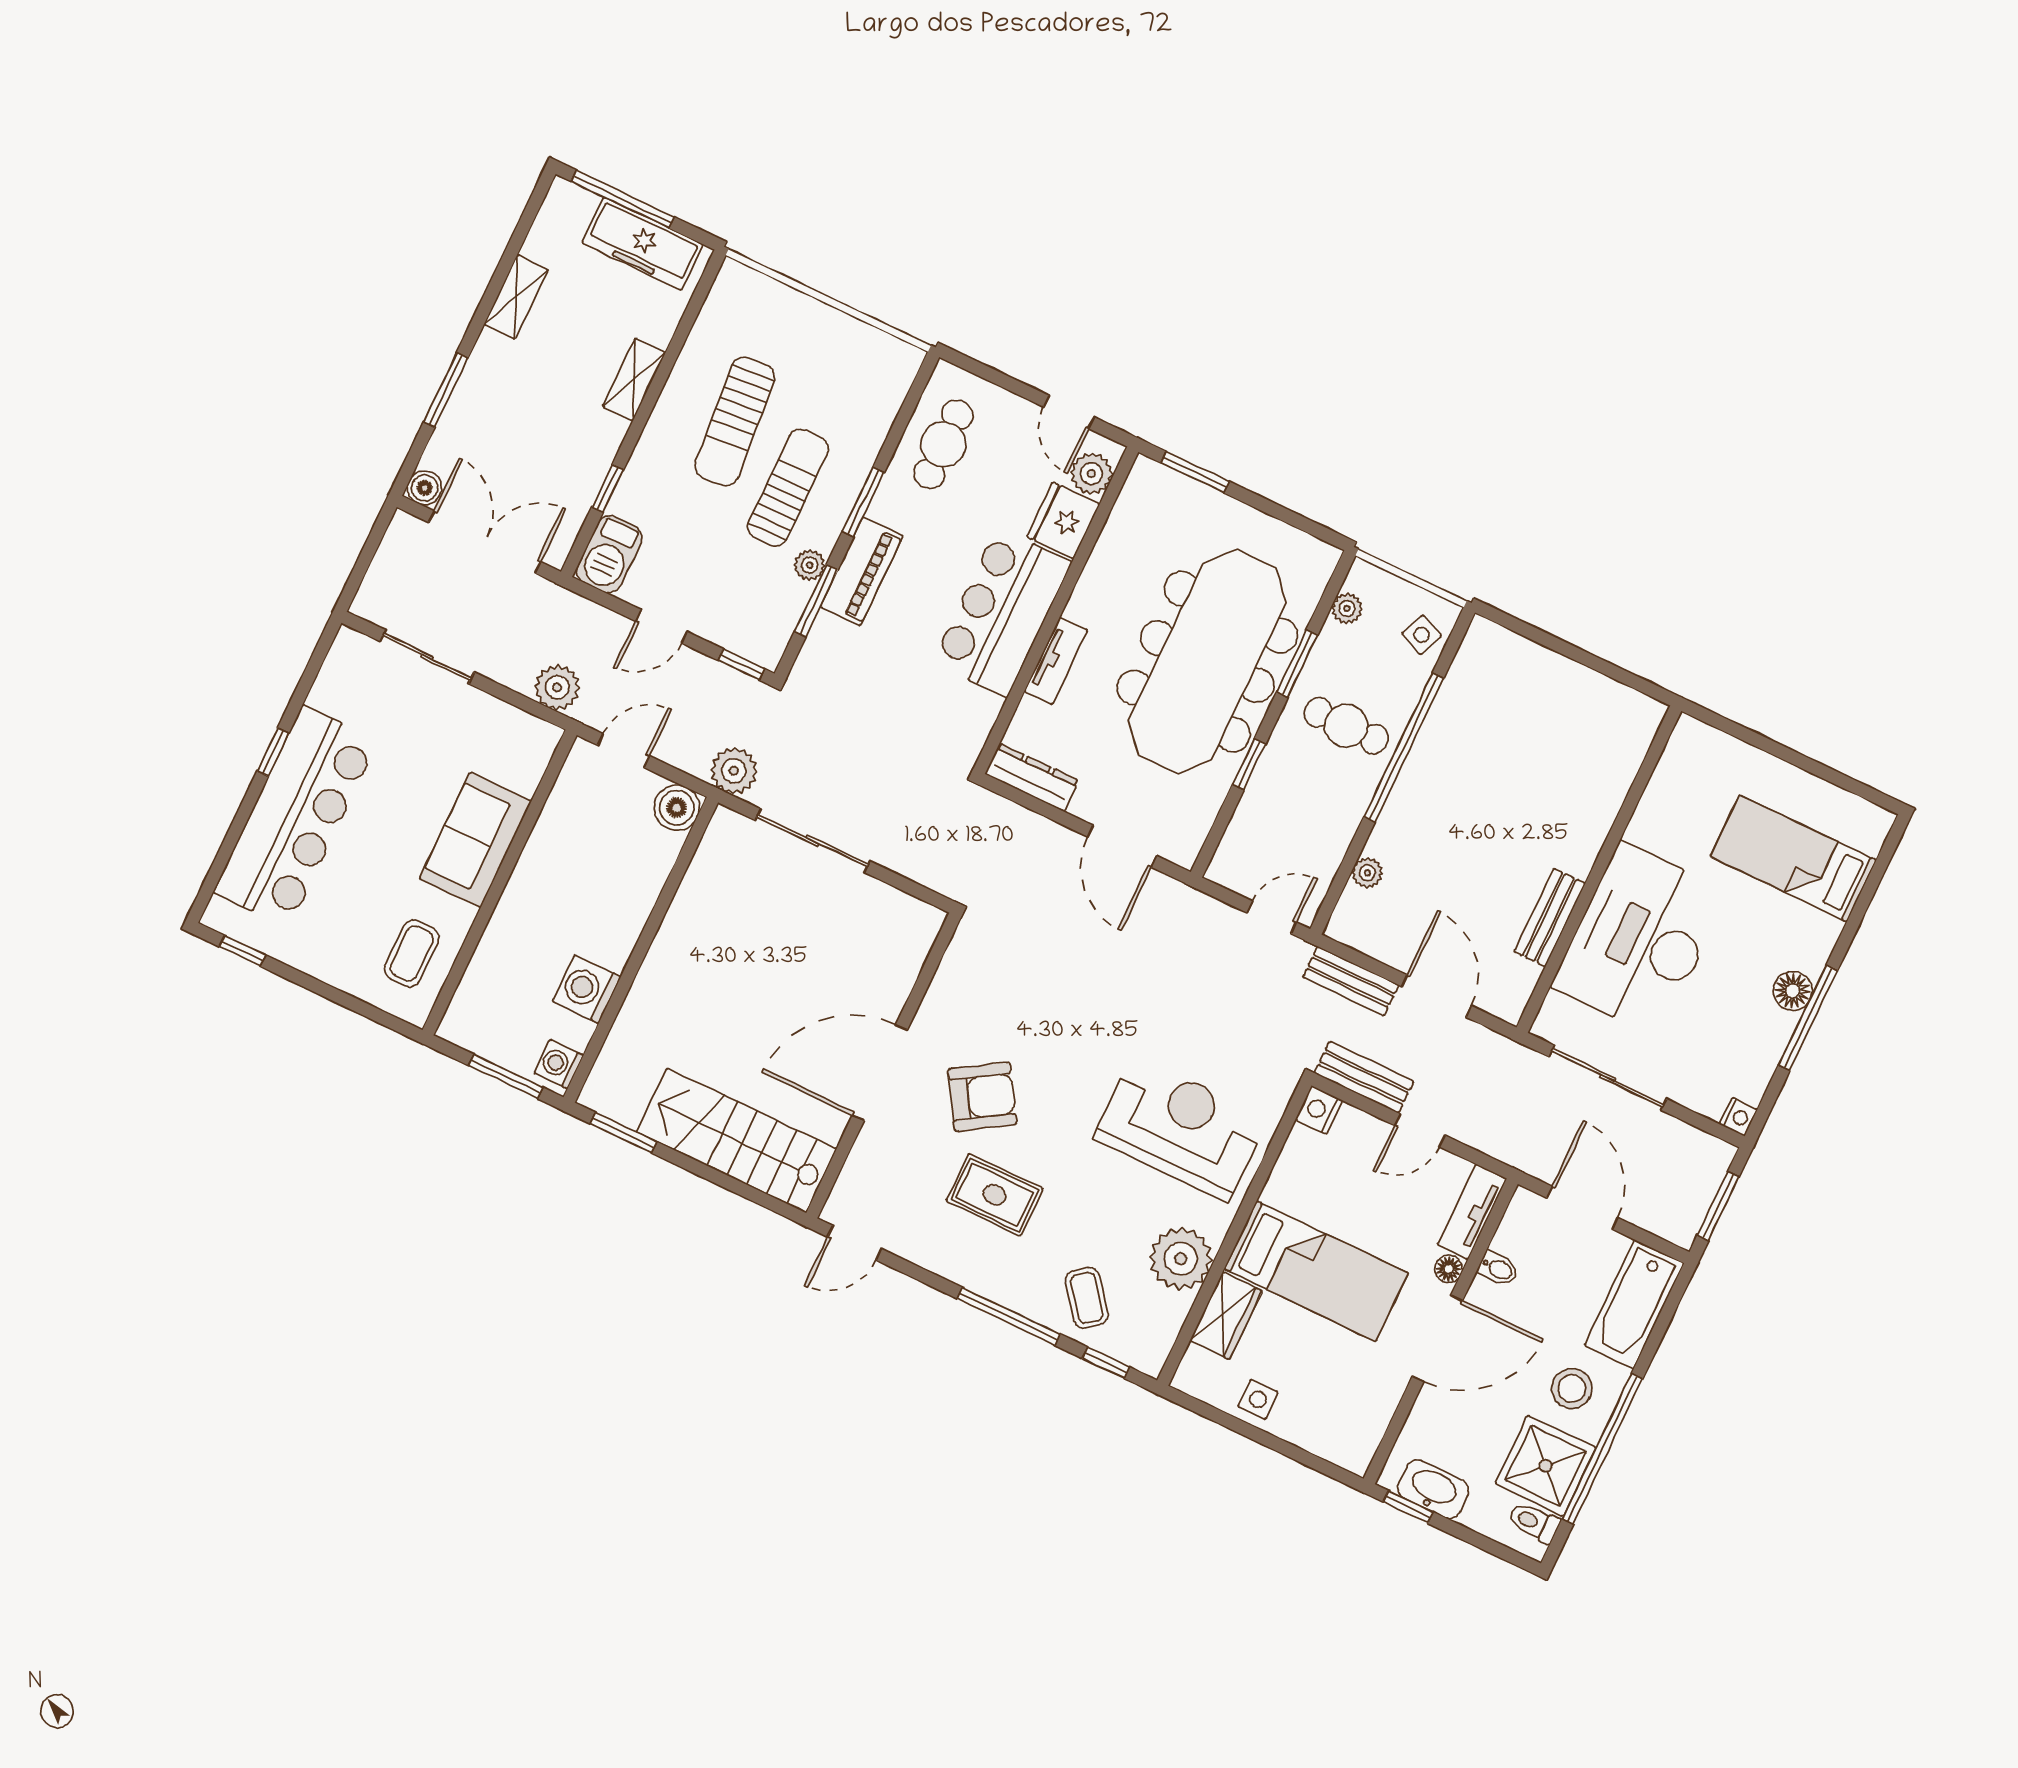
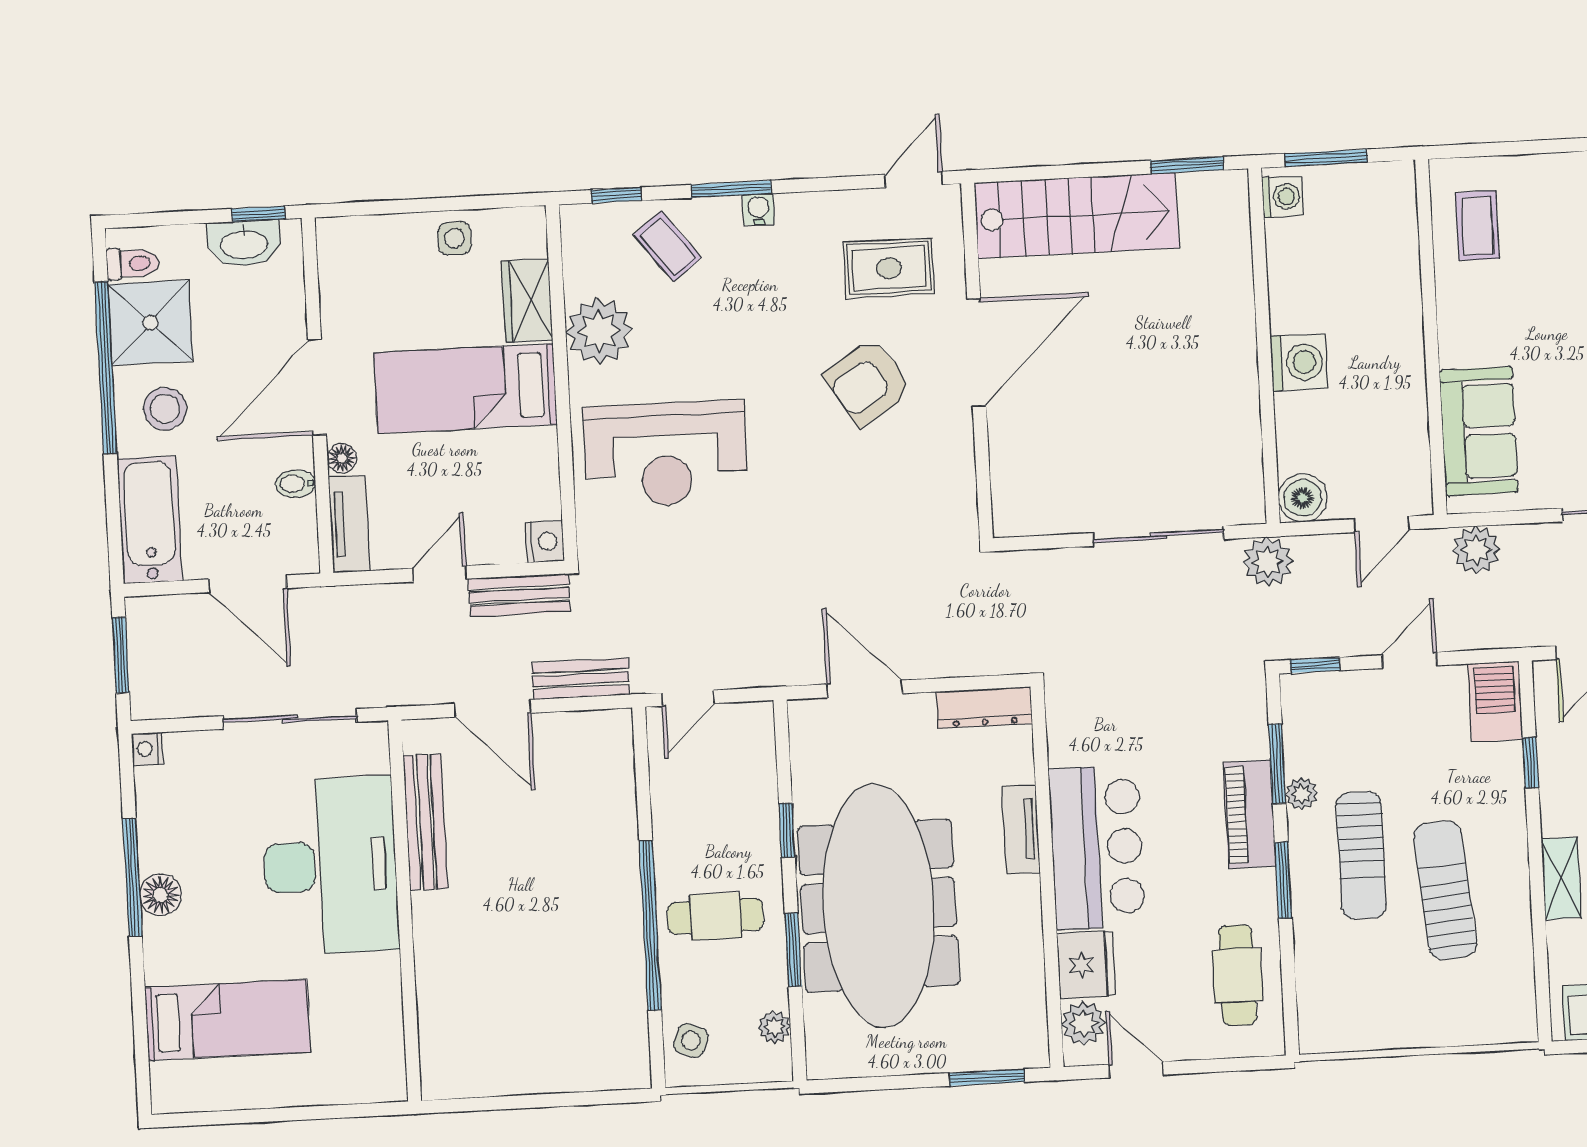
sofa: (475, 840) -> (1479, 431), moved
plant: (1367, 873) -> (620, 789), removed
bench: (1550, 917) -> (425, 822), width x1.36
washing machine: (587, 989) -> (1299, 362), moved
rug: (995, 1195) -> (889, 268), moved
water cooler: (995, 1288) -> (758, 209), added
window: (1009, 1316) -> (731, 189), width x0.69

